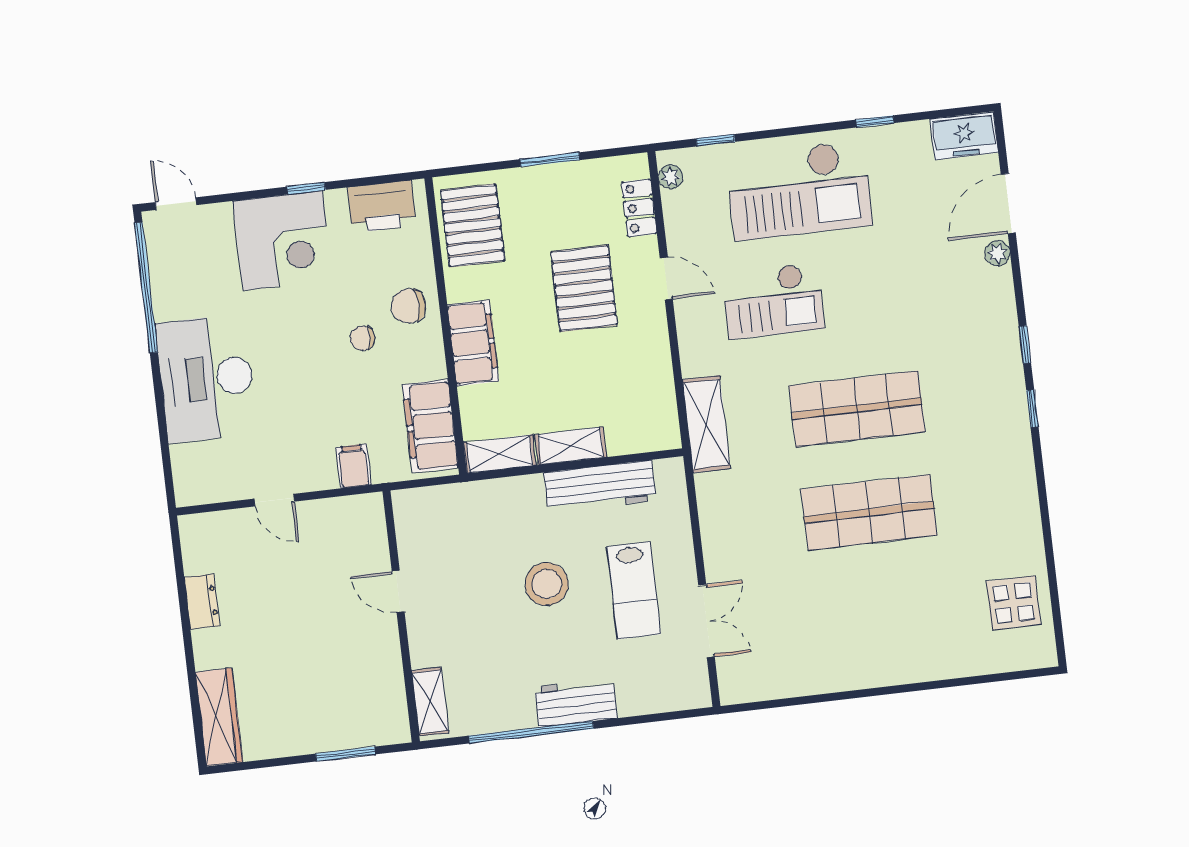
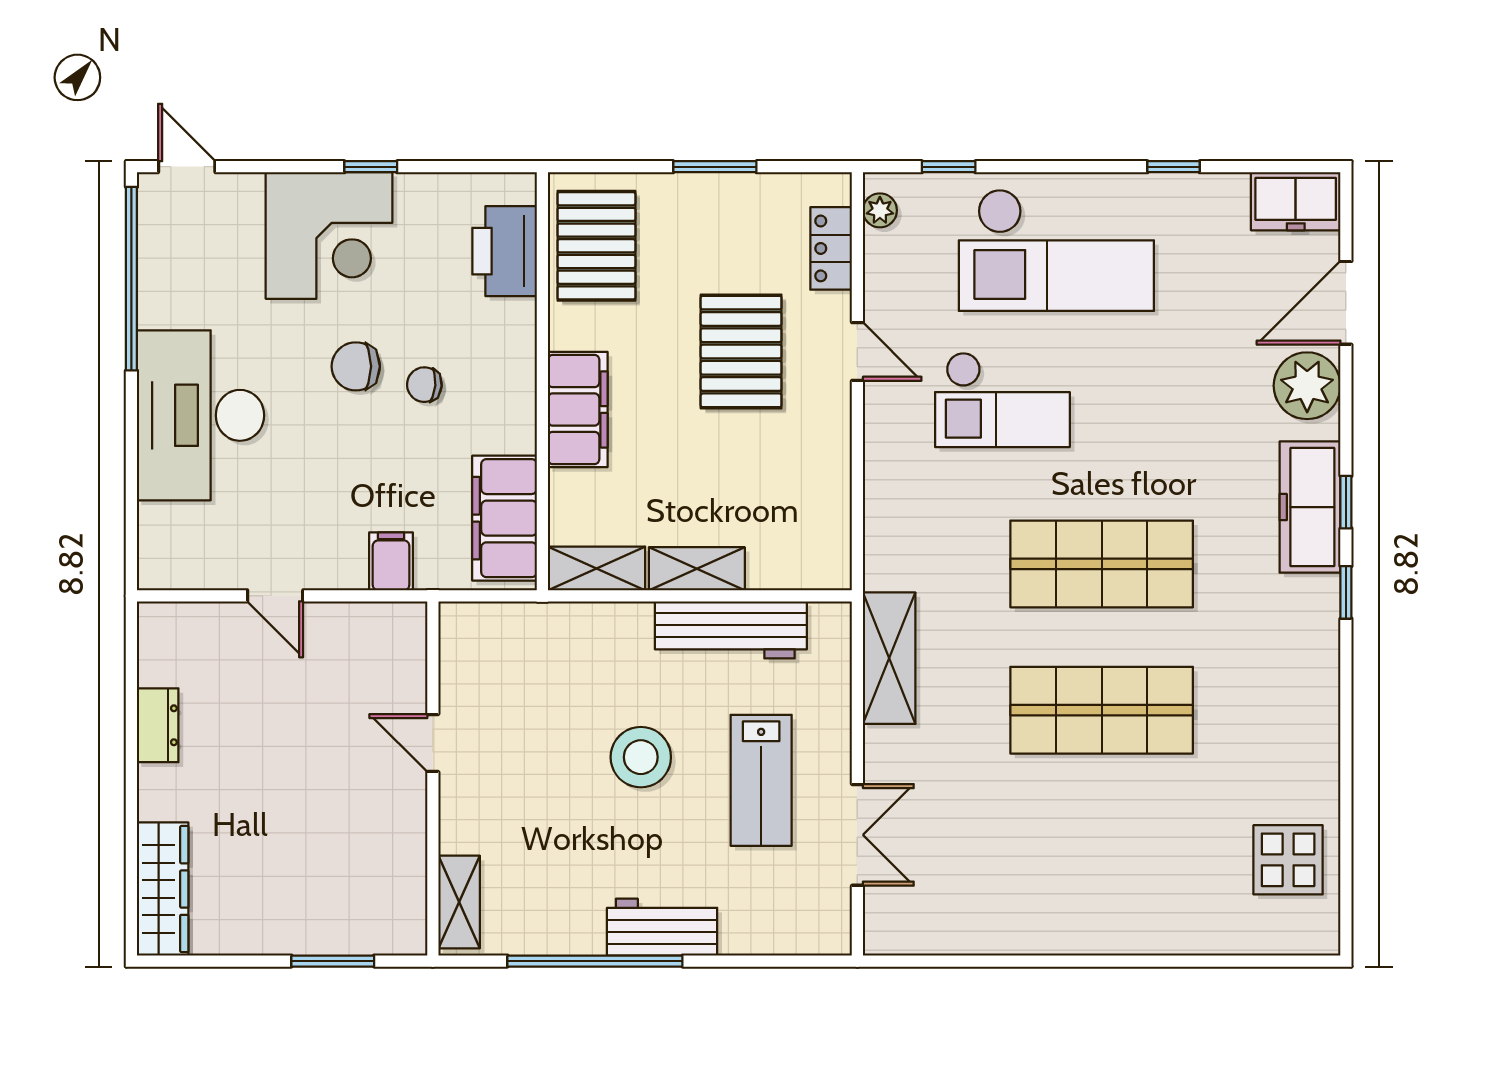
printer: (382, 206) -> (505, 251), moved, turned 90
plant: (997, 253) -> (1307, 386), width x1.87, depth x1.87
chair: (408, 306) -> (356, 366), moved
freezer: (1000, 351) -> (1310, 507), added
shelving: (706, 424) -> (889, 658), moved

